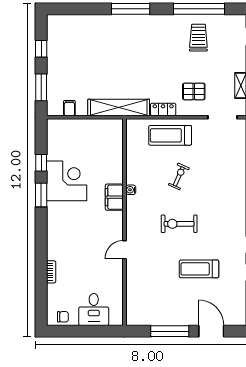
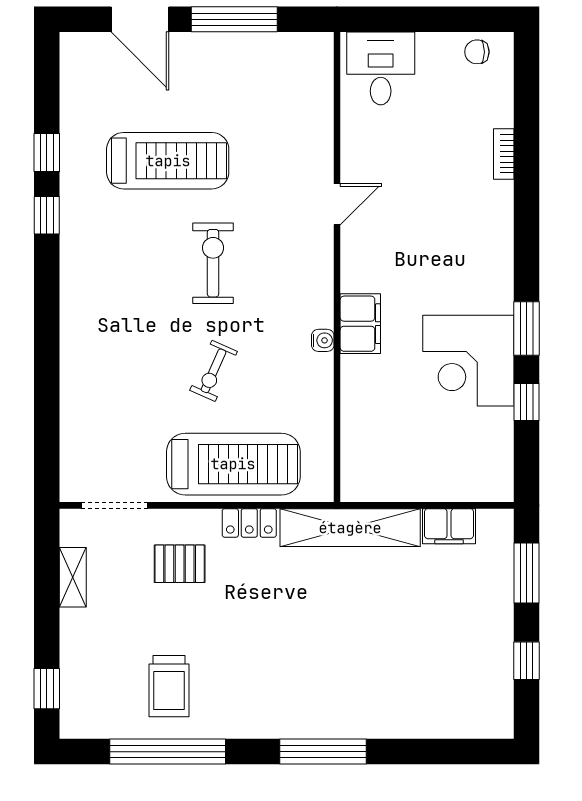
filing cabinet: (69, 108) -> (449, 526), width x2.00
treadmill: (170, 135) -> (233, 464), width x1.37, depth x1.38
exercise bike: (179, 224) -> (213, 263), turned -90
treadmill: (199, 269) -> (168, 161), width x1.37, depth x1.38
desk: (94, 309) -> (381, 68), moved

